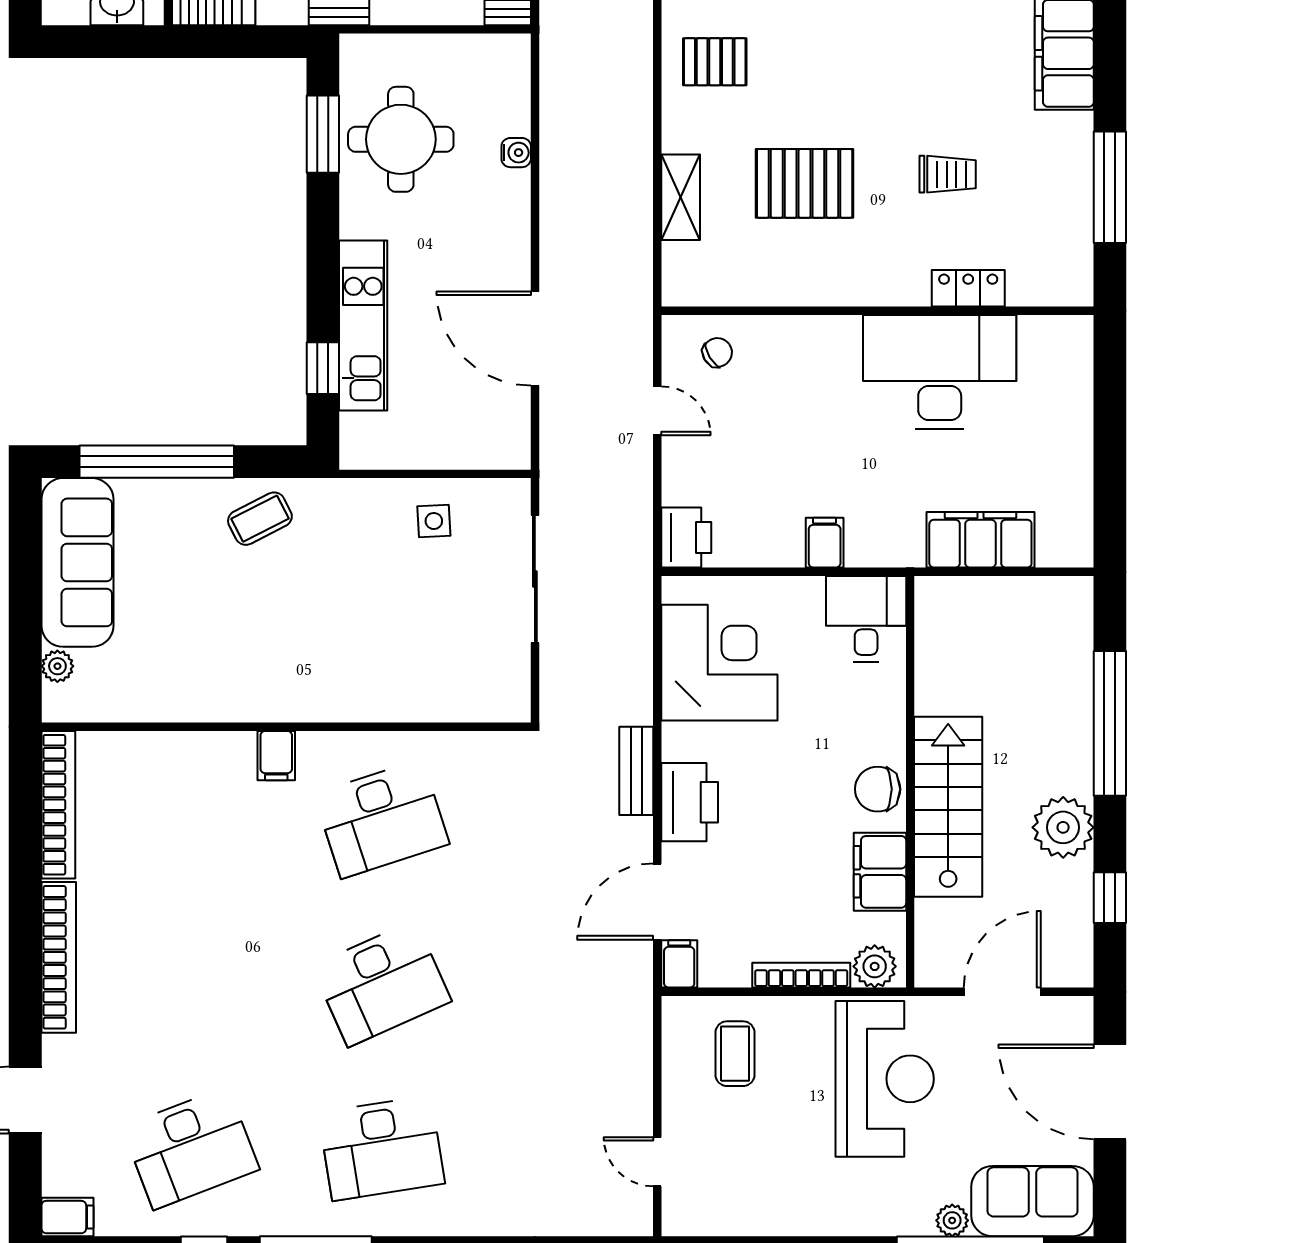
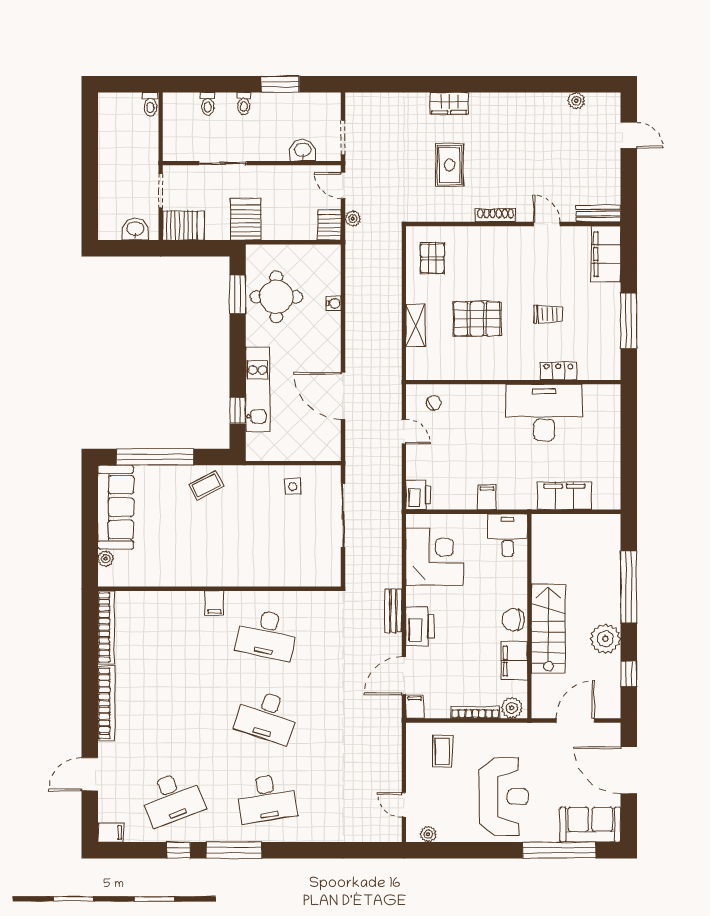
pallet: (715, 62) -> (432, 258), turned 90
desk: (382, 819) -> (267, 635), turned 30
desk: (382, 984) -> (267, 716), turned 42
reception desk: (885, 1079) -> (504, 797), moved
plant: (952, 1220) -> (428, 834), moved

